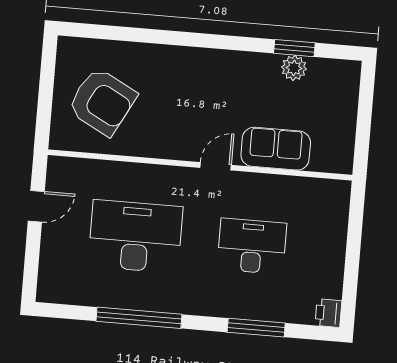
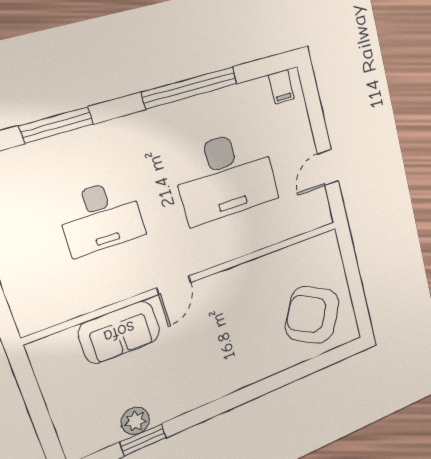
armchair: (102, 102) -> (312, 315), moved
filing cabinet: (57, 291) -> (281, 87), added

